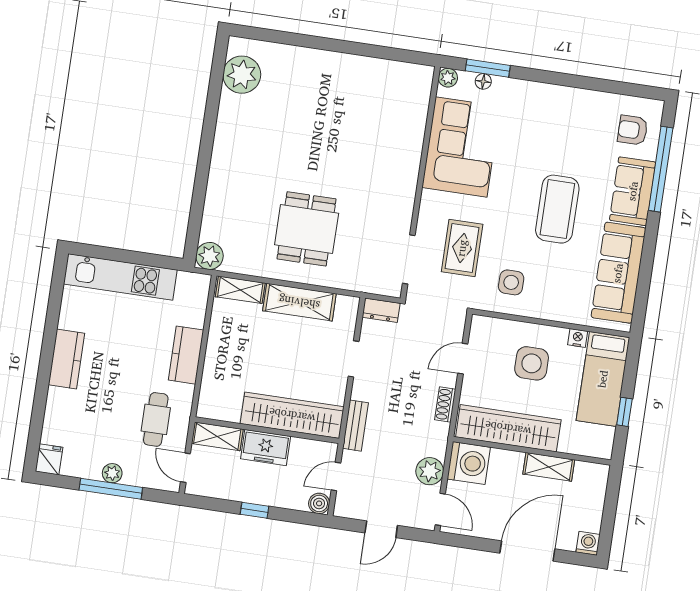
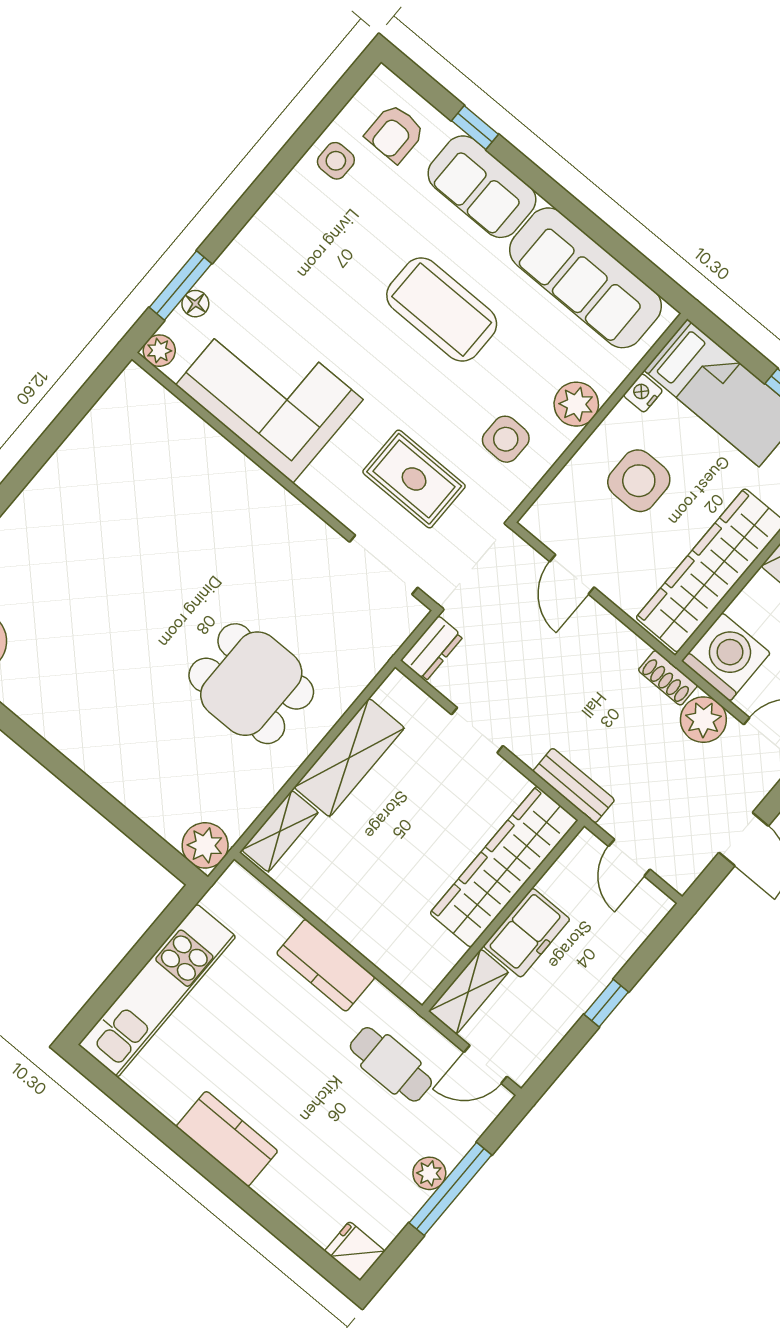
side table: (600, 108) -> (336, 161), added
window: (661, 169) -> (475, 127), width x0.32
plant: (551, 307) -> (576, 404), added
shoe rack: (445, 405) -> (668, 678), moved
boiler: (319, 503) -> (653, 905), removed

